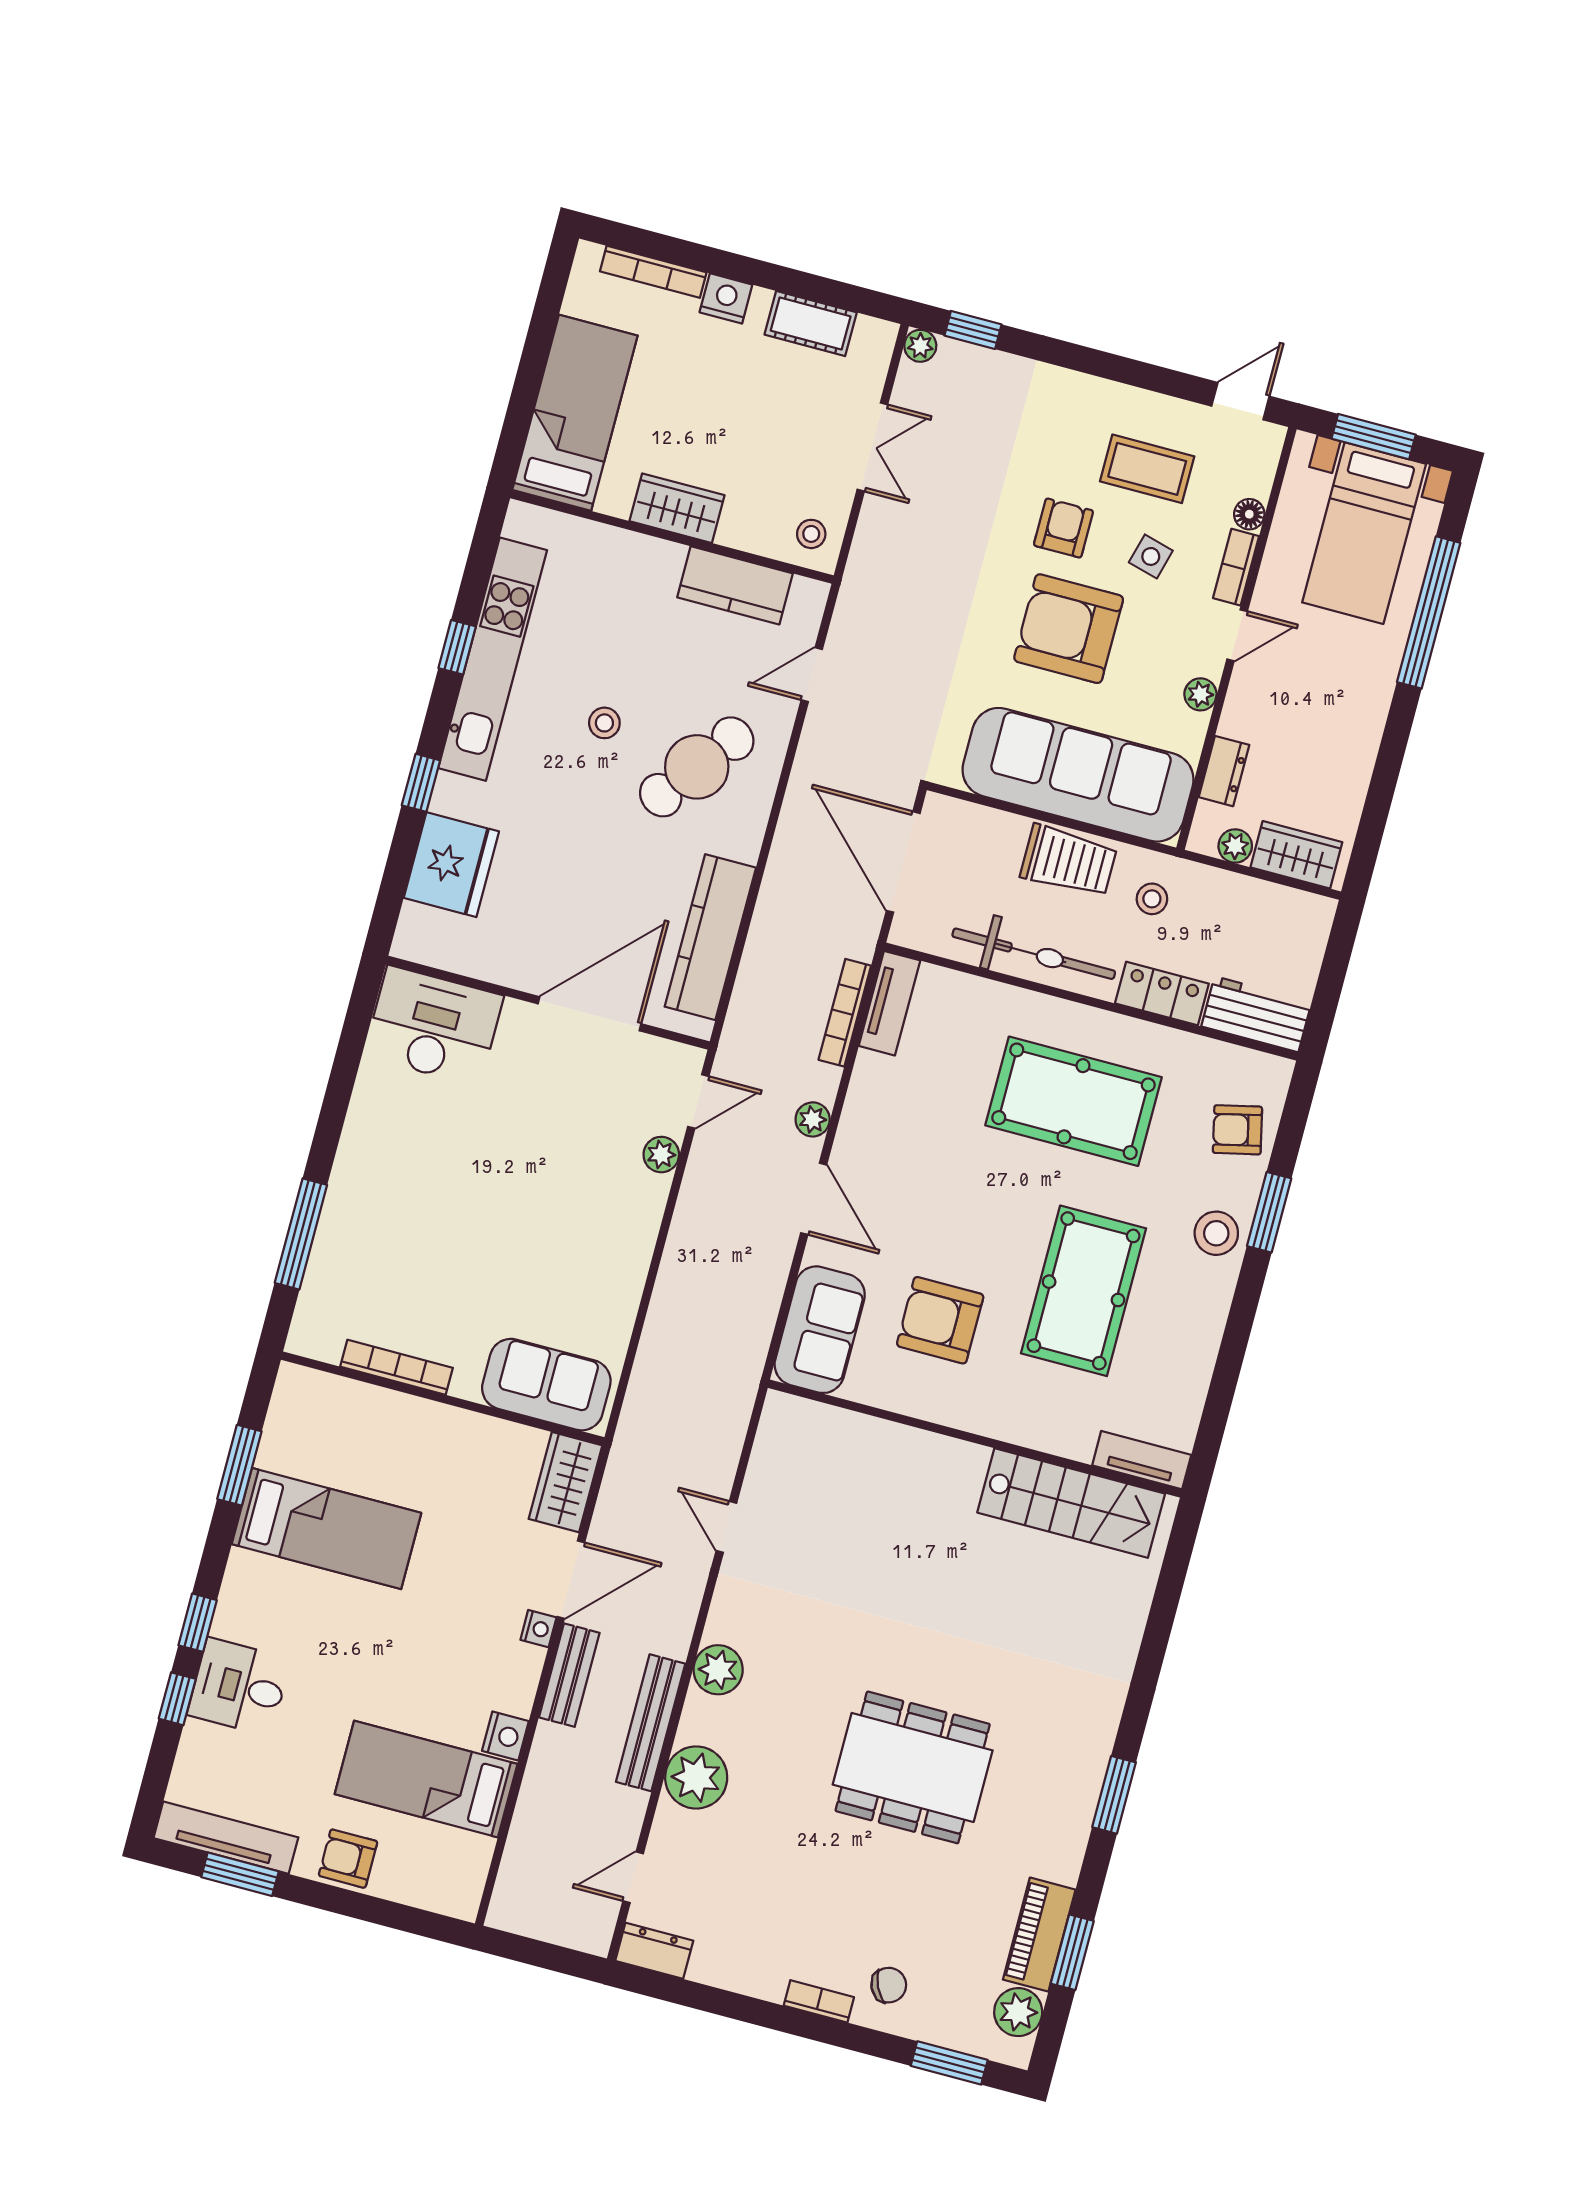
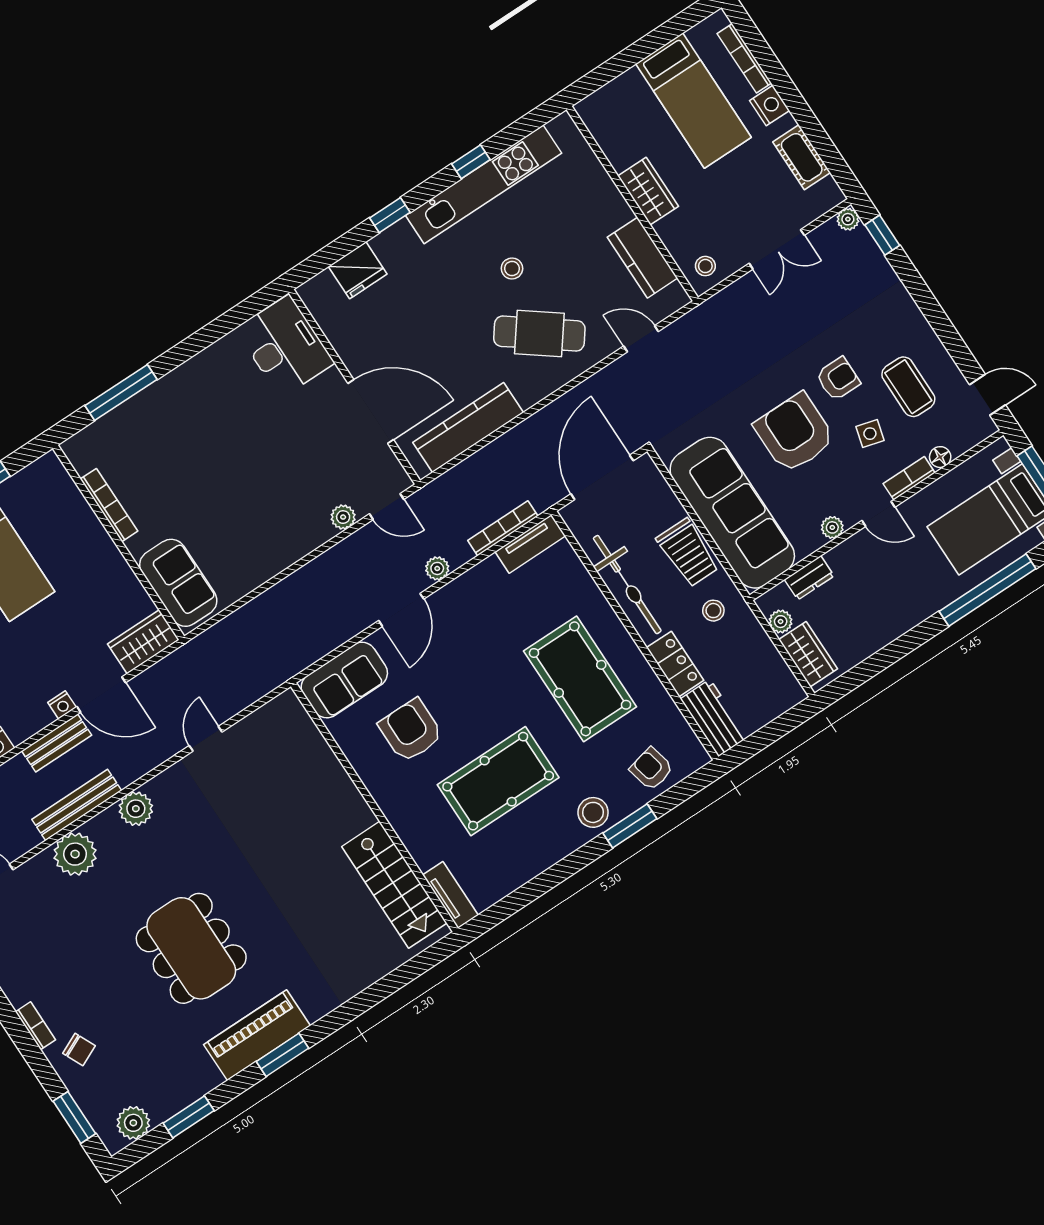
bed: (575, 413) -> (694, 101), moved, turned 90
fridge: (451, 865) -> (358, 270), width x0.73, depth x0.75
piano: (1039, 1935) -> (257, 1035), moved, width x1.37, depth x1.33

